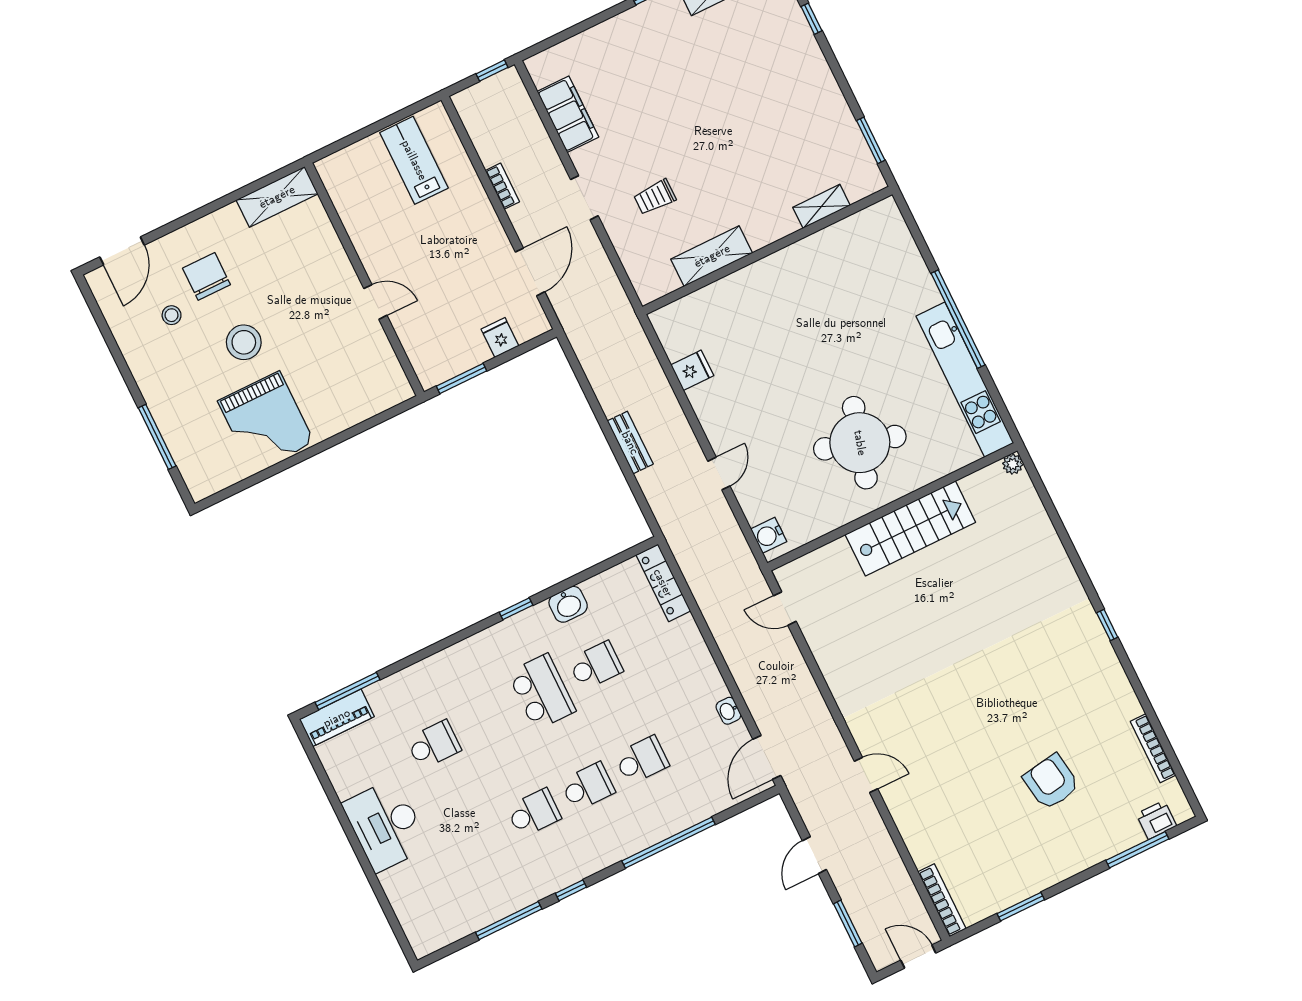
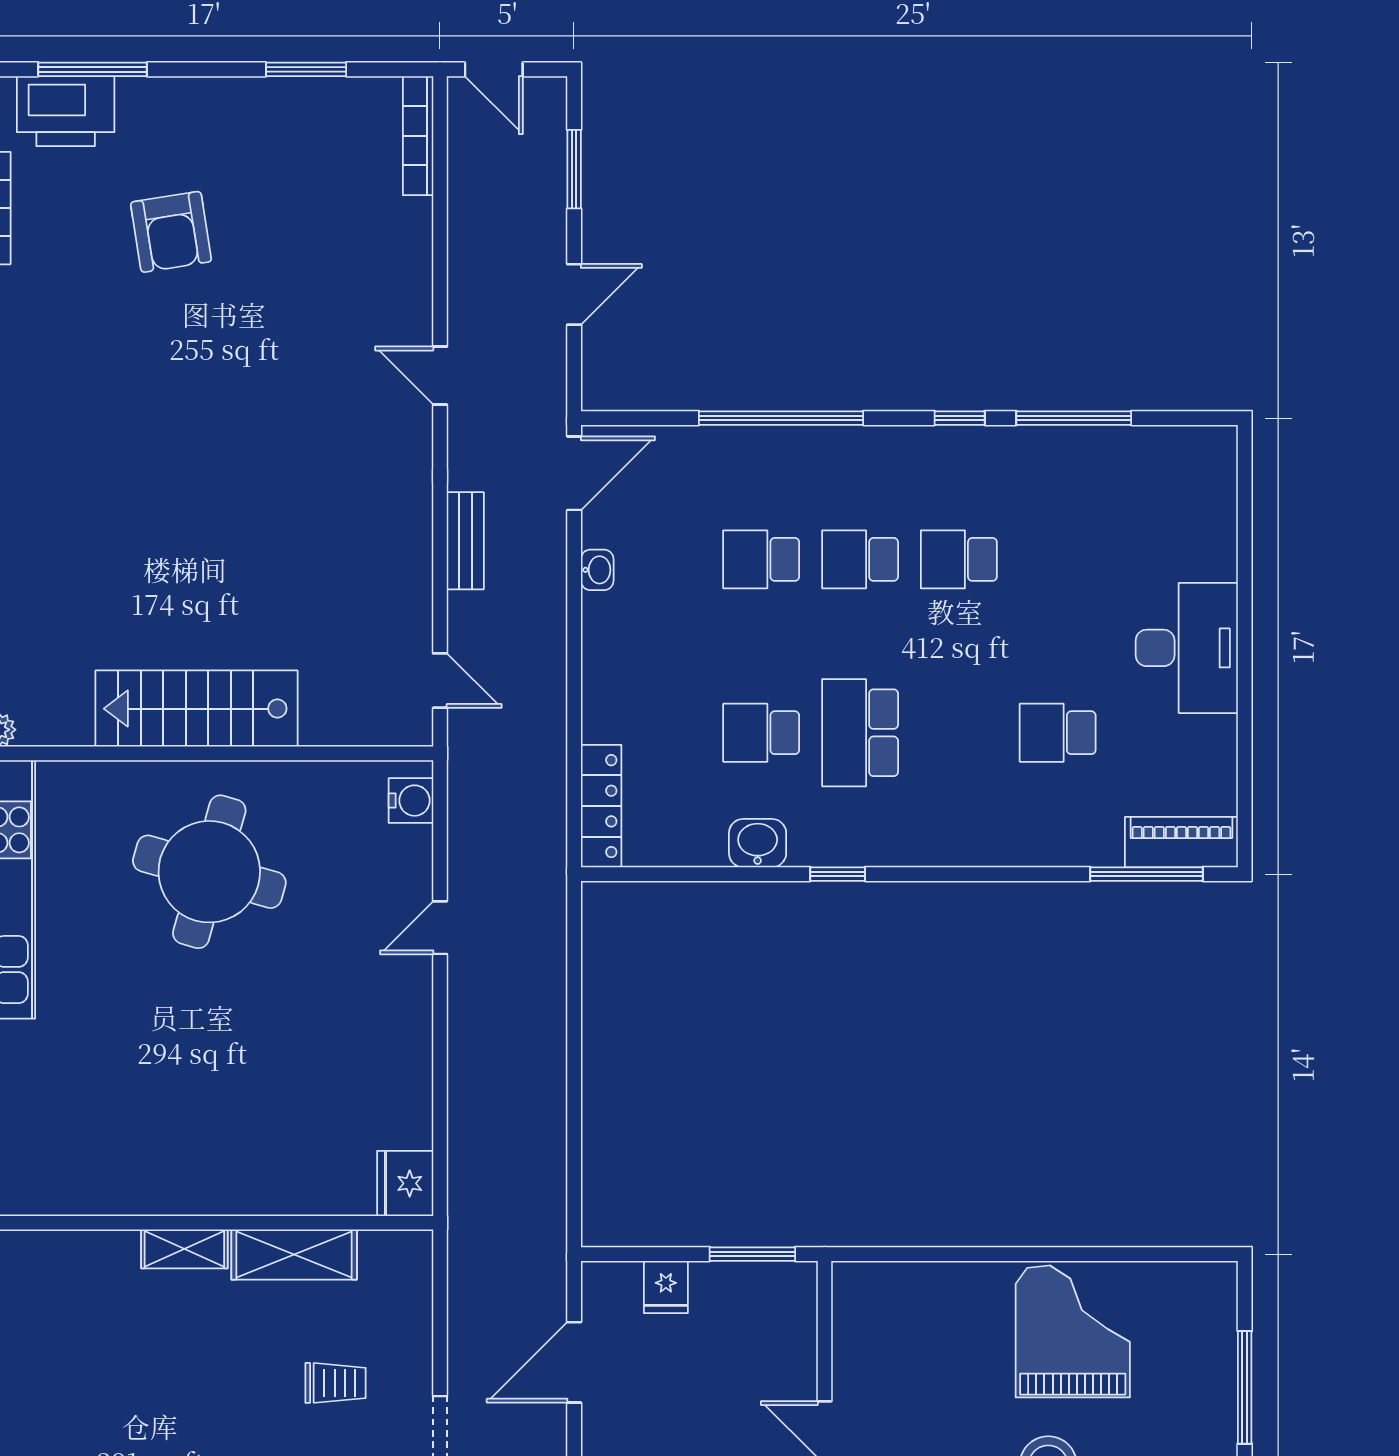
shelving: (821, 206) -> (184, 1249), moved
fridge: (692, 370) -> (405, 1183), moved, width x1.38
bench: (630, 443) -> (465, 541), moved
printer: (1156, 820) -> (66, 111), width x1.87, depth x1.48

